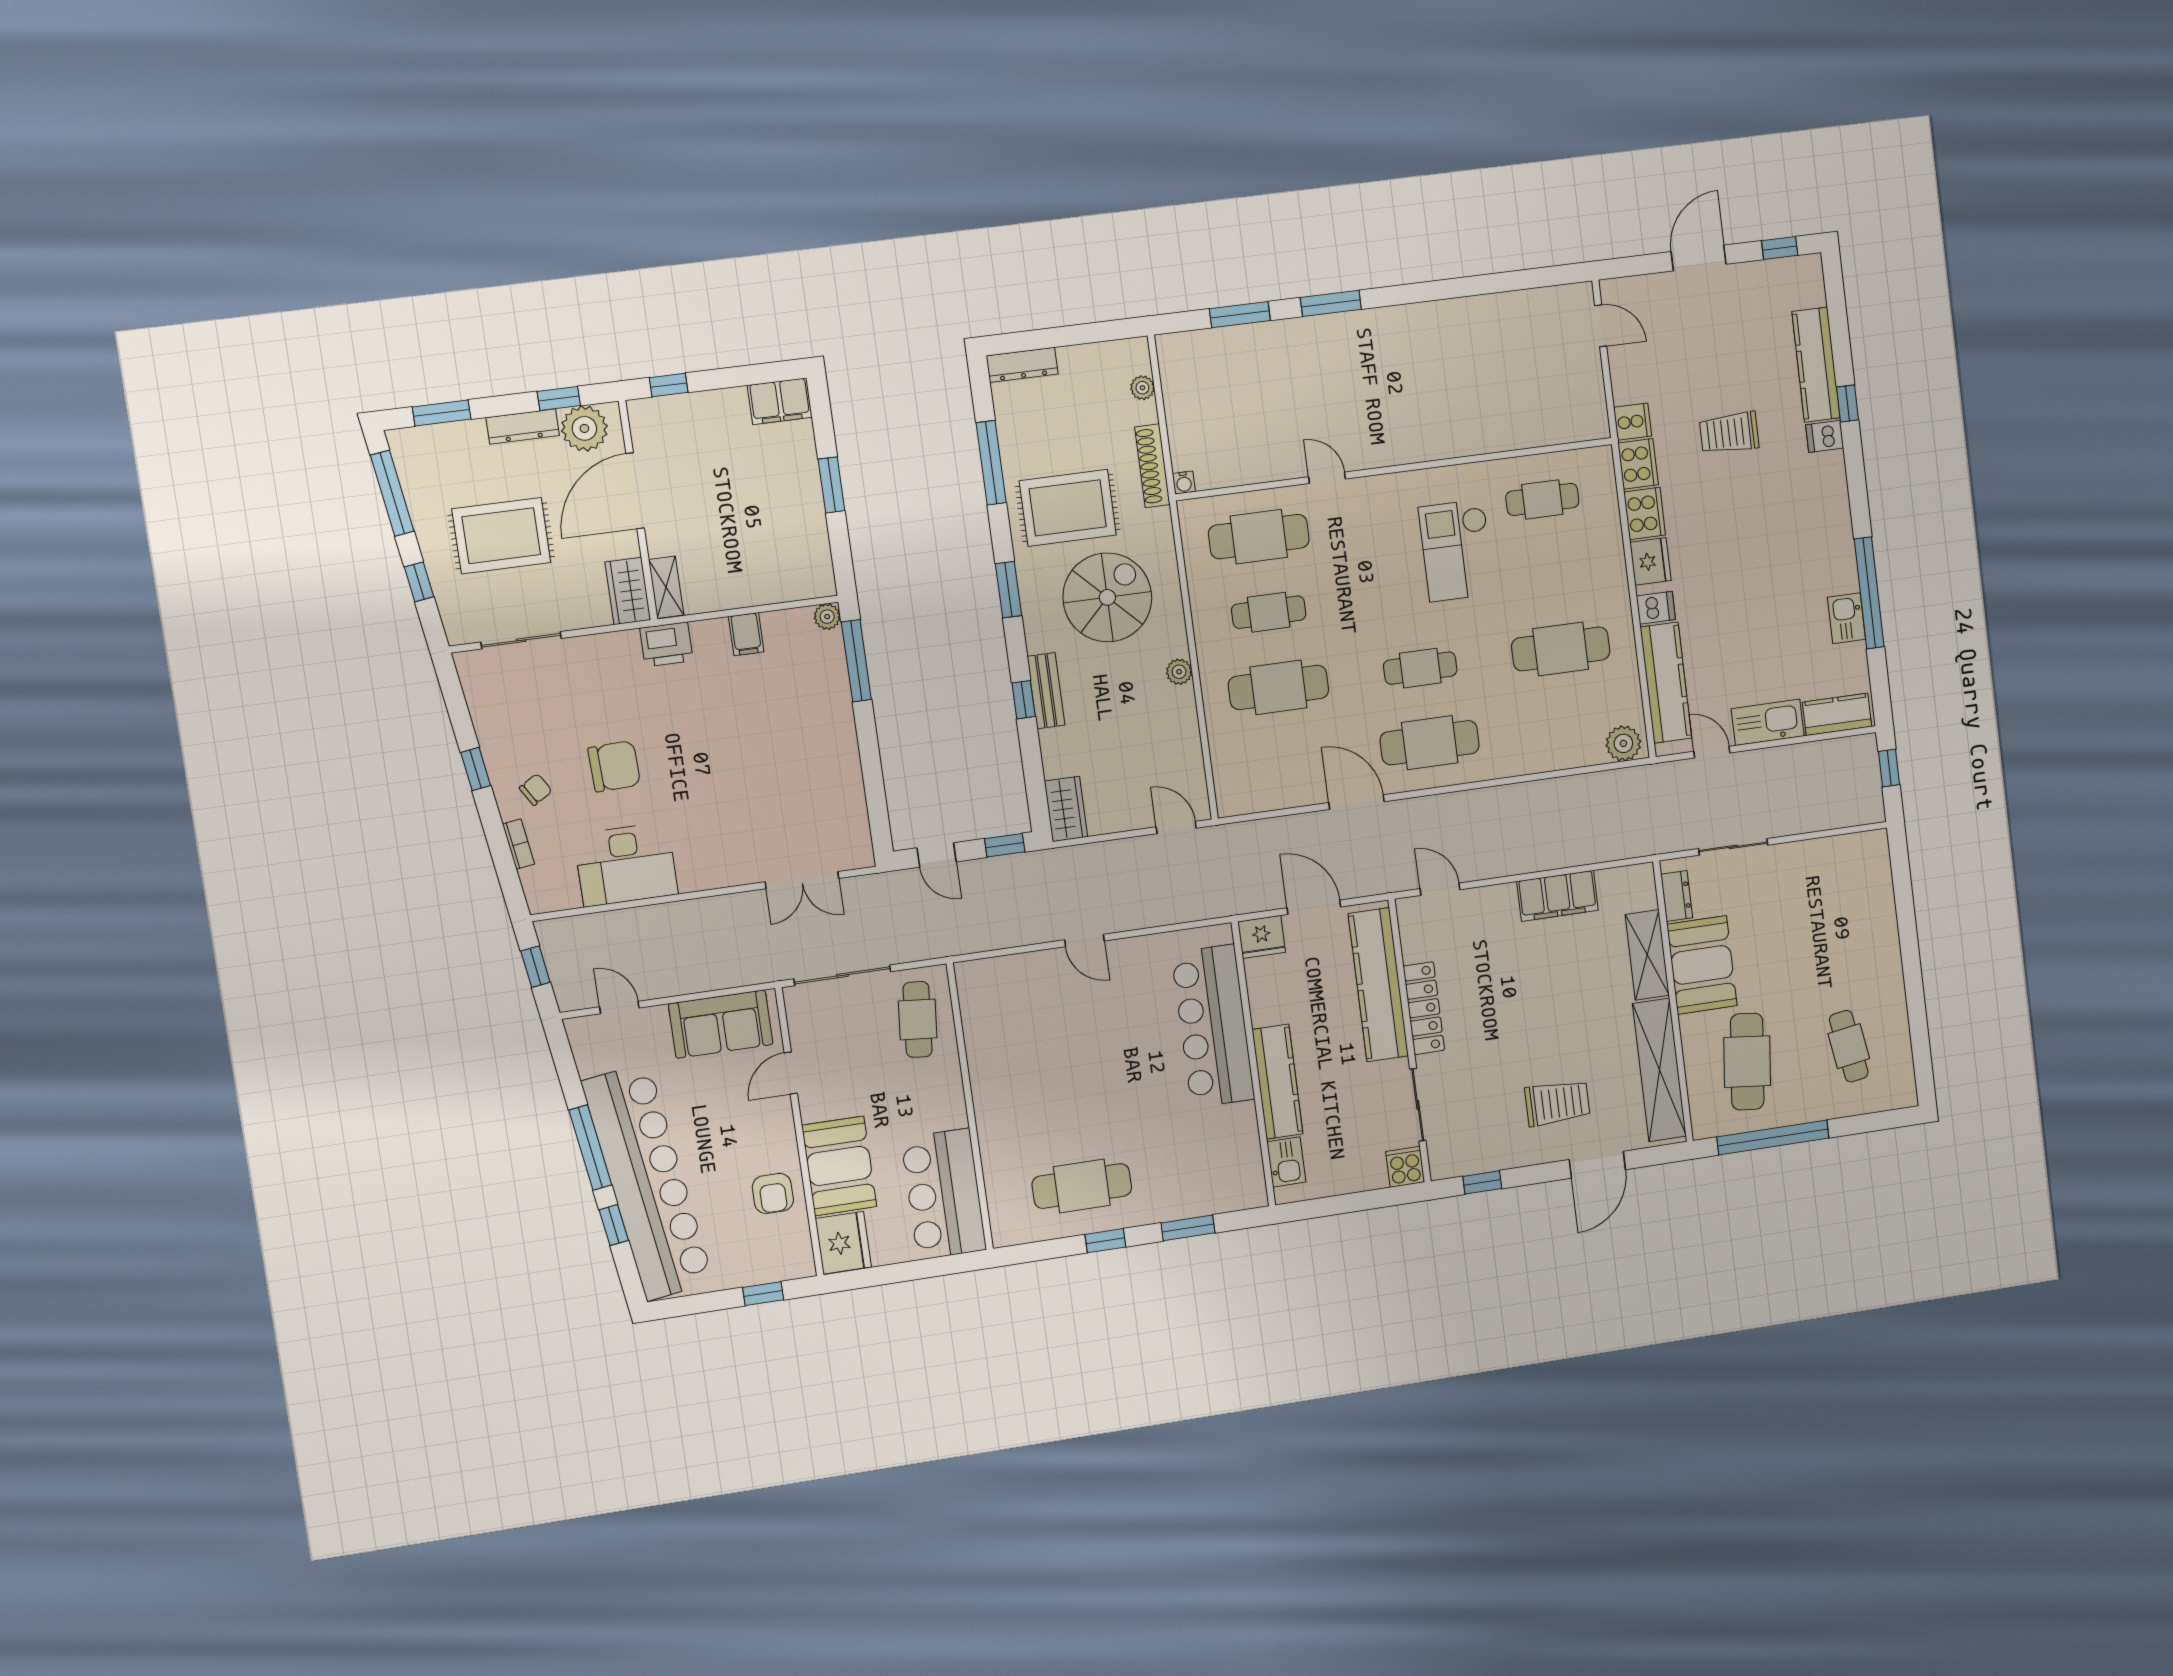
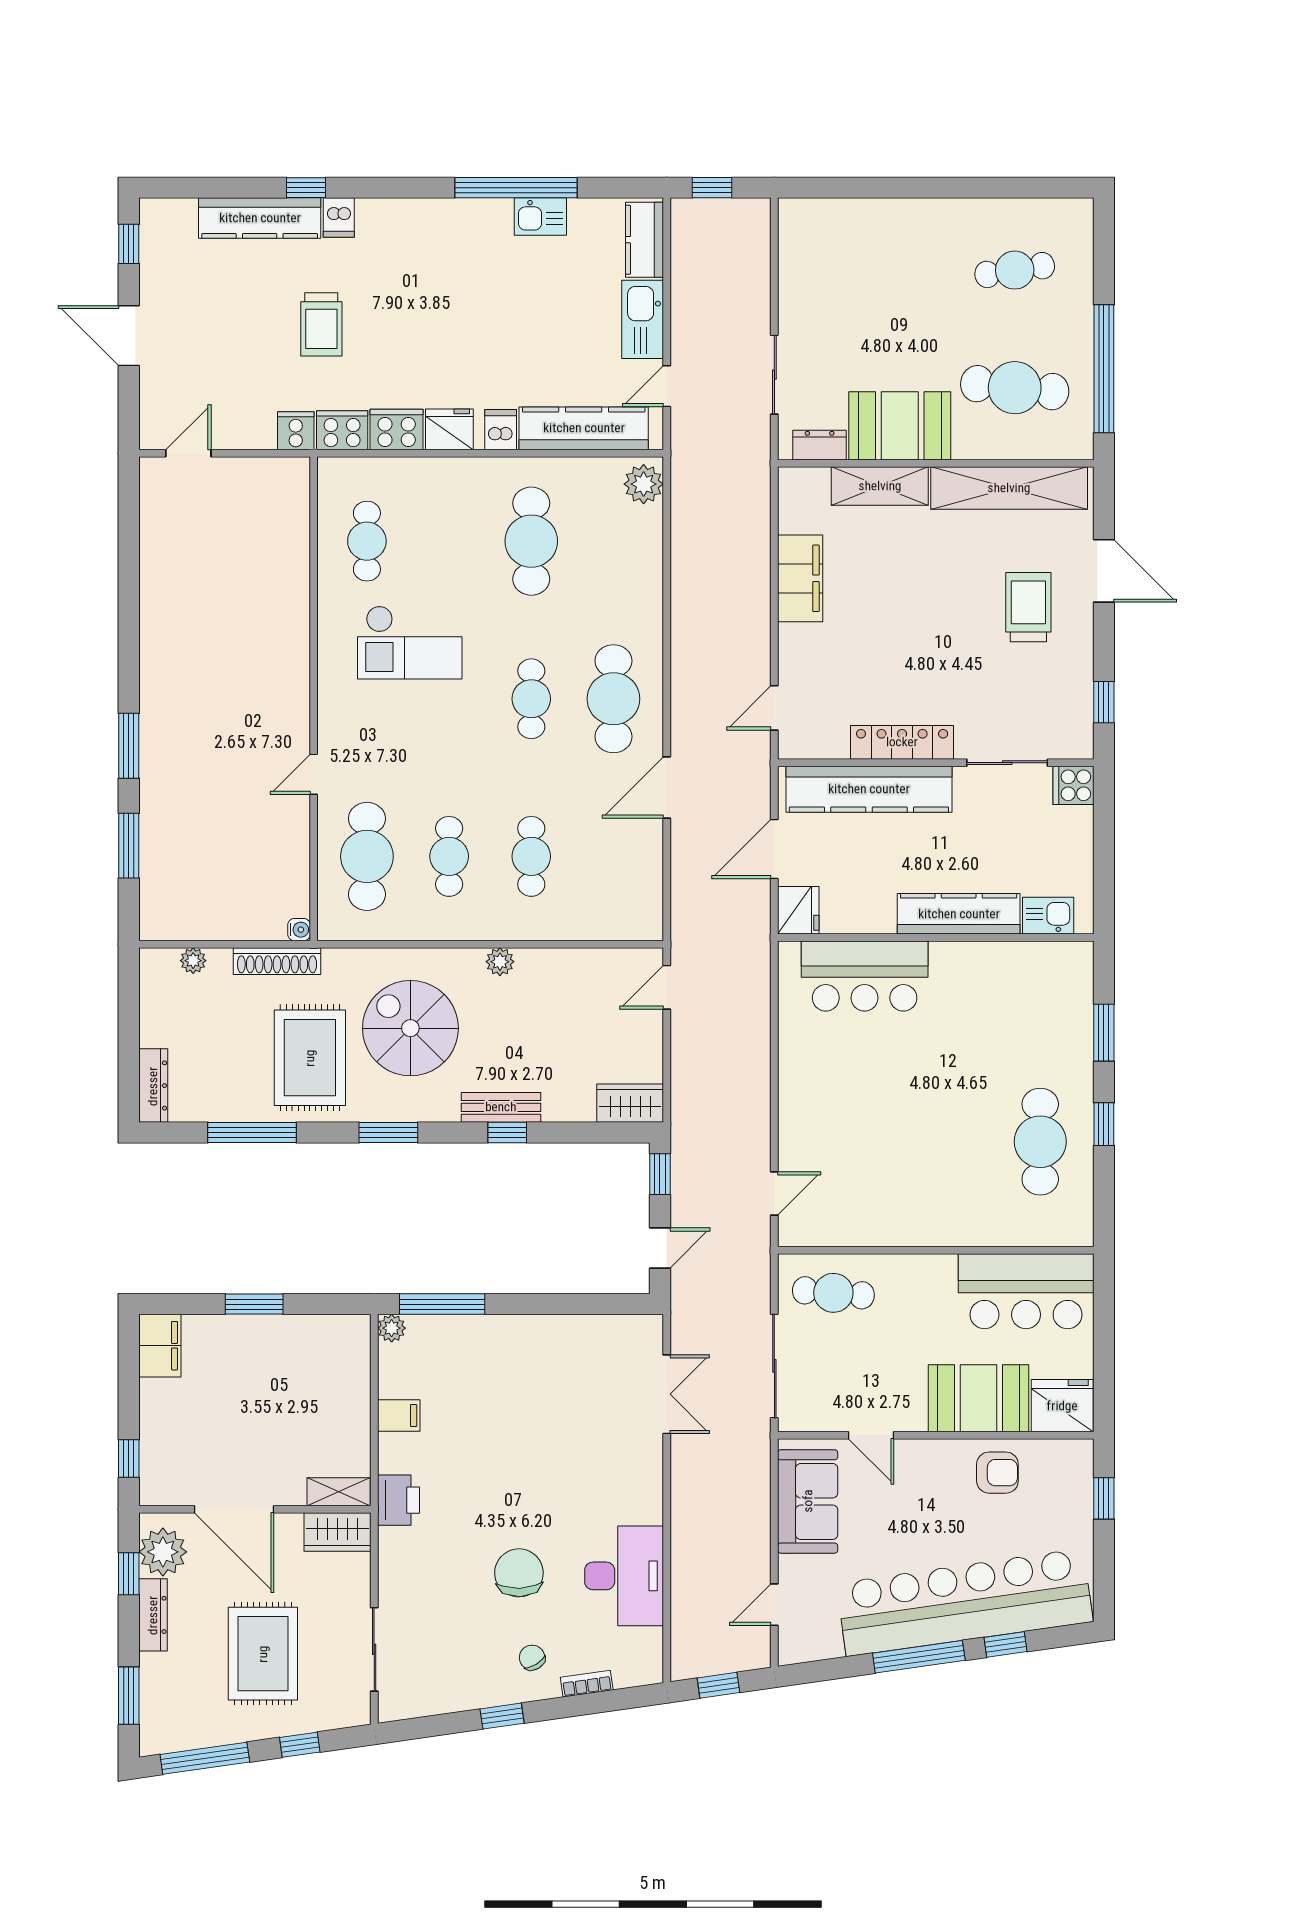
cafe table: (1278, 687) -> (531, 856), width x0.73, depth x0.74
door: (1084, 940) -> (774, 1194), moved
bar counter: (1213, 1026) -> (865, 976), width x0.73

